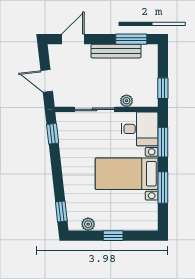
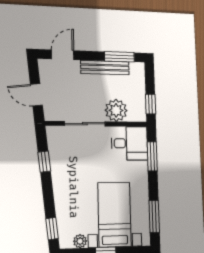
plant: (127, 101) -> (116, 110), width x1.87, depth x1.87
window: (53, 134) -> (44, 162), moved
bed with nightstands: (127, 174) -> (114, 214), moved, turned 90
window: (163, 187) -> (154, 216), moved

